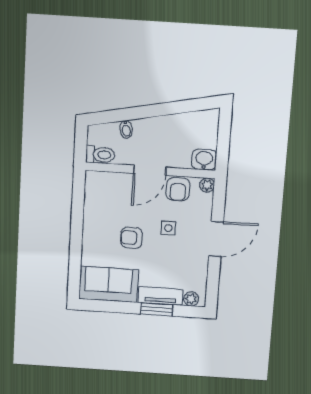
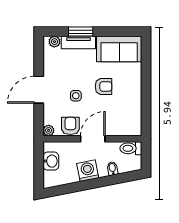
washing machine: (159, 128) -> (88, 171), added
washbasin: (204, 160) -> (51, 161), moved, turned -90

